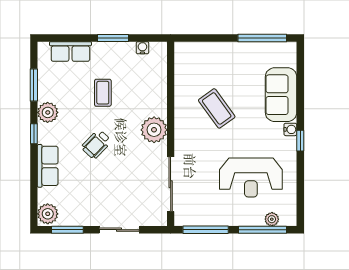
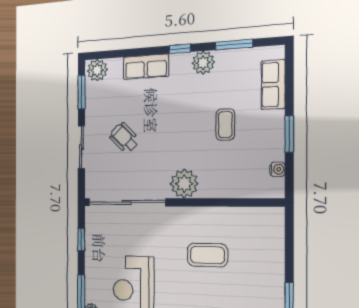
coffee table: (103, 93) -> (225, 124), turned 90
coffee table: (217, 108) -> (207, 255), turned 36
wheelchair: (96, 144) -> (124, 138), moved
sliding door: (171, 184) -> (127, 202), width x1.36
window: (206, 230) -> (81, 240), width x0.46

